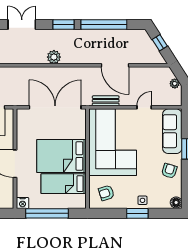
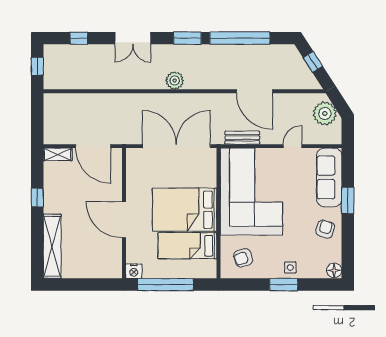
double door: (22, 25) -> (133, 38), swing flipped
plant: (175, 84) -> (325, 113), width x1.87, depth x1.87

